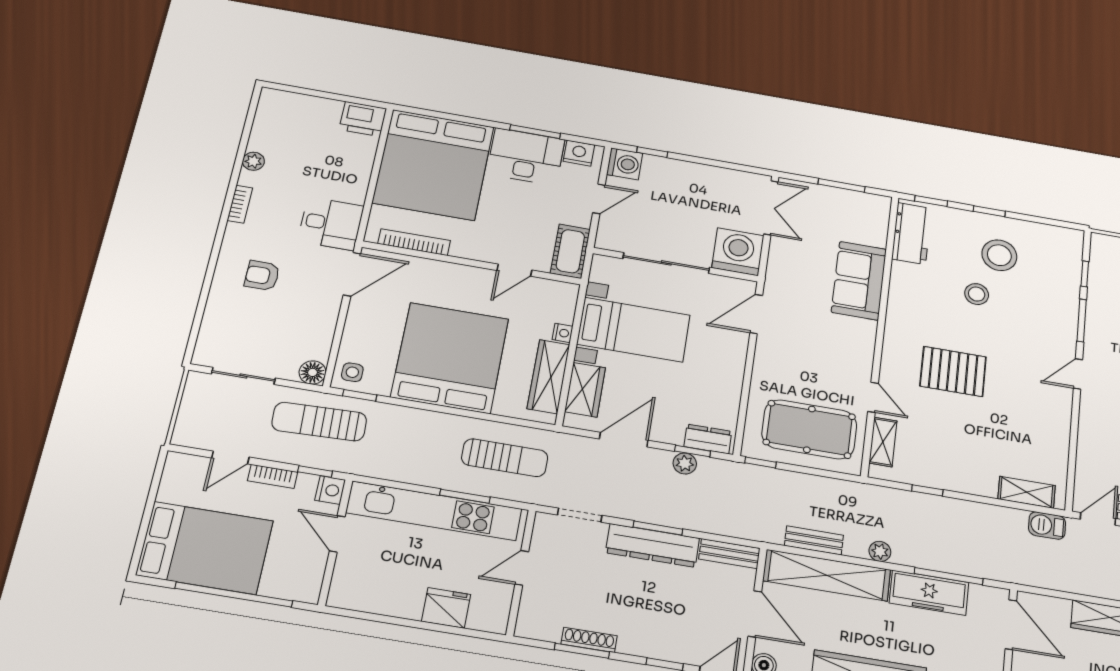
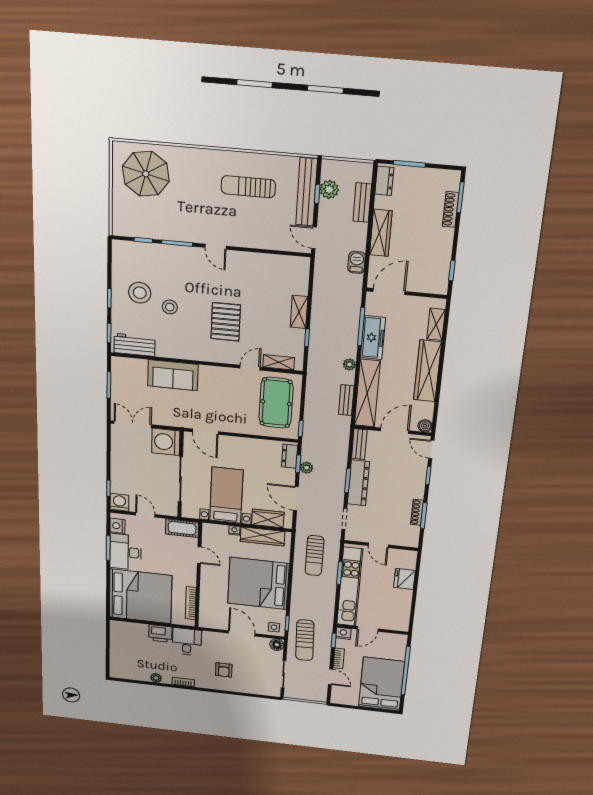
printer: (363, 119) -> (160, 634), moved, turned 90
door: (352, 274) -> (242, 633), moved
sun lounger: (505, 458) -> (314, 556), turned 180
shelving: (1027, 492) -> (299, 312), moved
barbecue: (1047, 526) -> (357, 262), moved, turned 180

